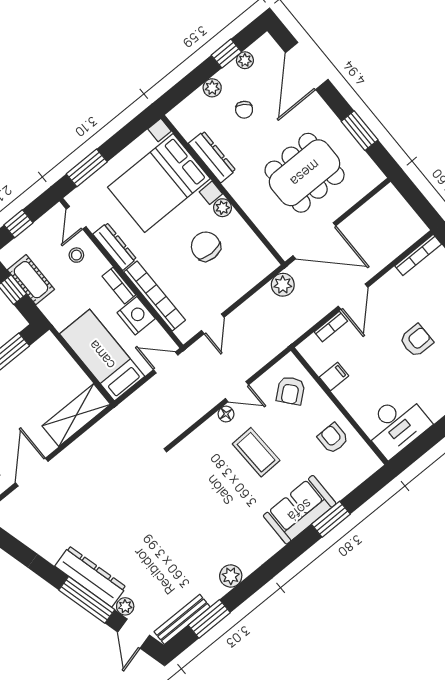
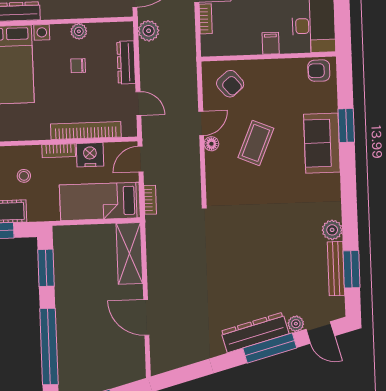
plant: (223, 208) -> (79, 31), moved
dresser: (115, 246) -> (126, 62), moved, turned -90
chair: (206, 246) -> (78, 66), width x0.54, depth x0.54
stool: (76, 255) -> (24, 176), moved
filing cabinet: (334, 376) -> (271, 43), moved
bookcase: (137, 398) -> (150, 200), added
armchair: (333, 438) -> (319, 71), moved
coffee table: (256, 452) -> (256, 143), turned -65
bench: (182, 619) -> (336, 269), moved

